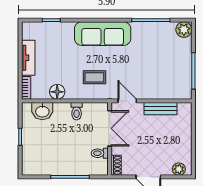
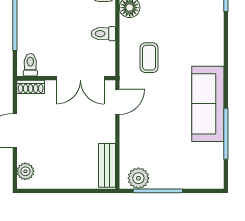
plant: (184, 30) -> (138, 178), moved
sofa: (103, 34) -> (208, 104), moved
bench: (161, 109) -> (107, 165), moved
toilet: (100, 153) -> (30, 65), moved

